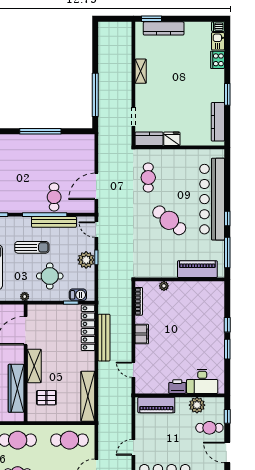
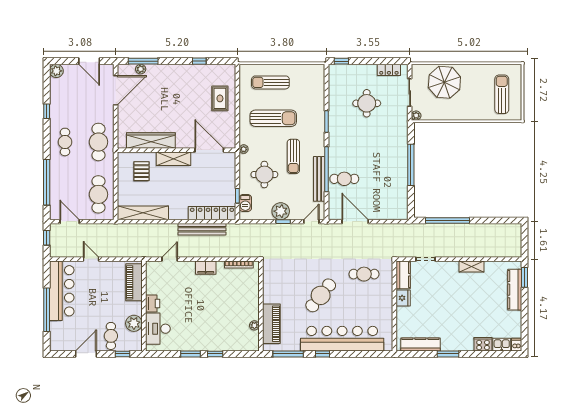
plant: (164, 286) -> (254, 325), moved

